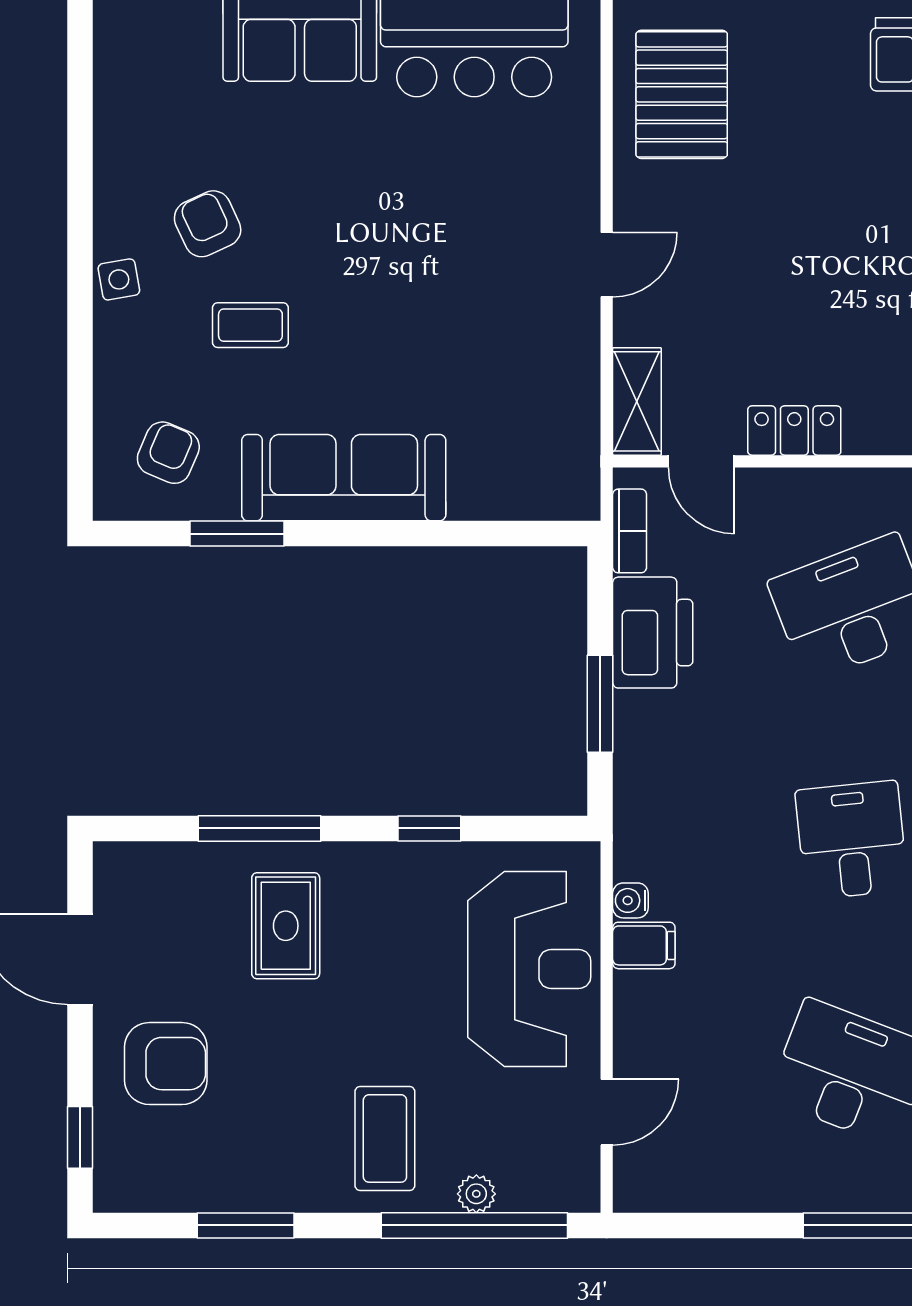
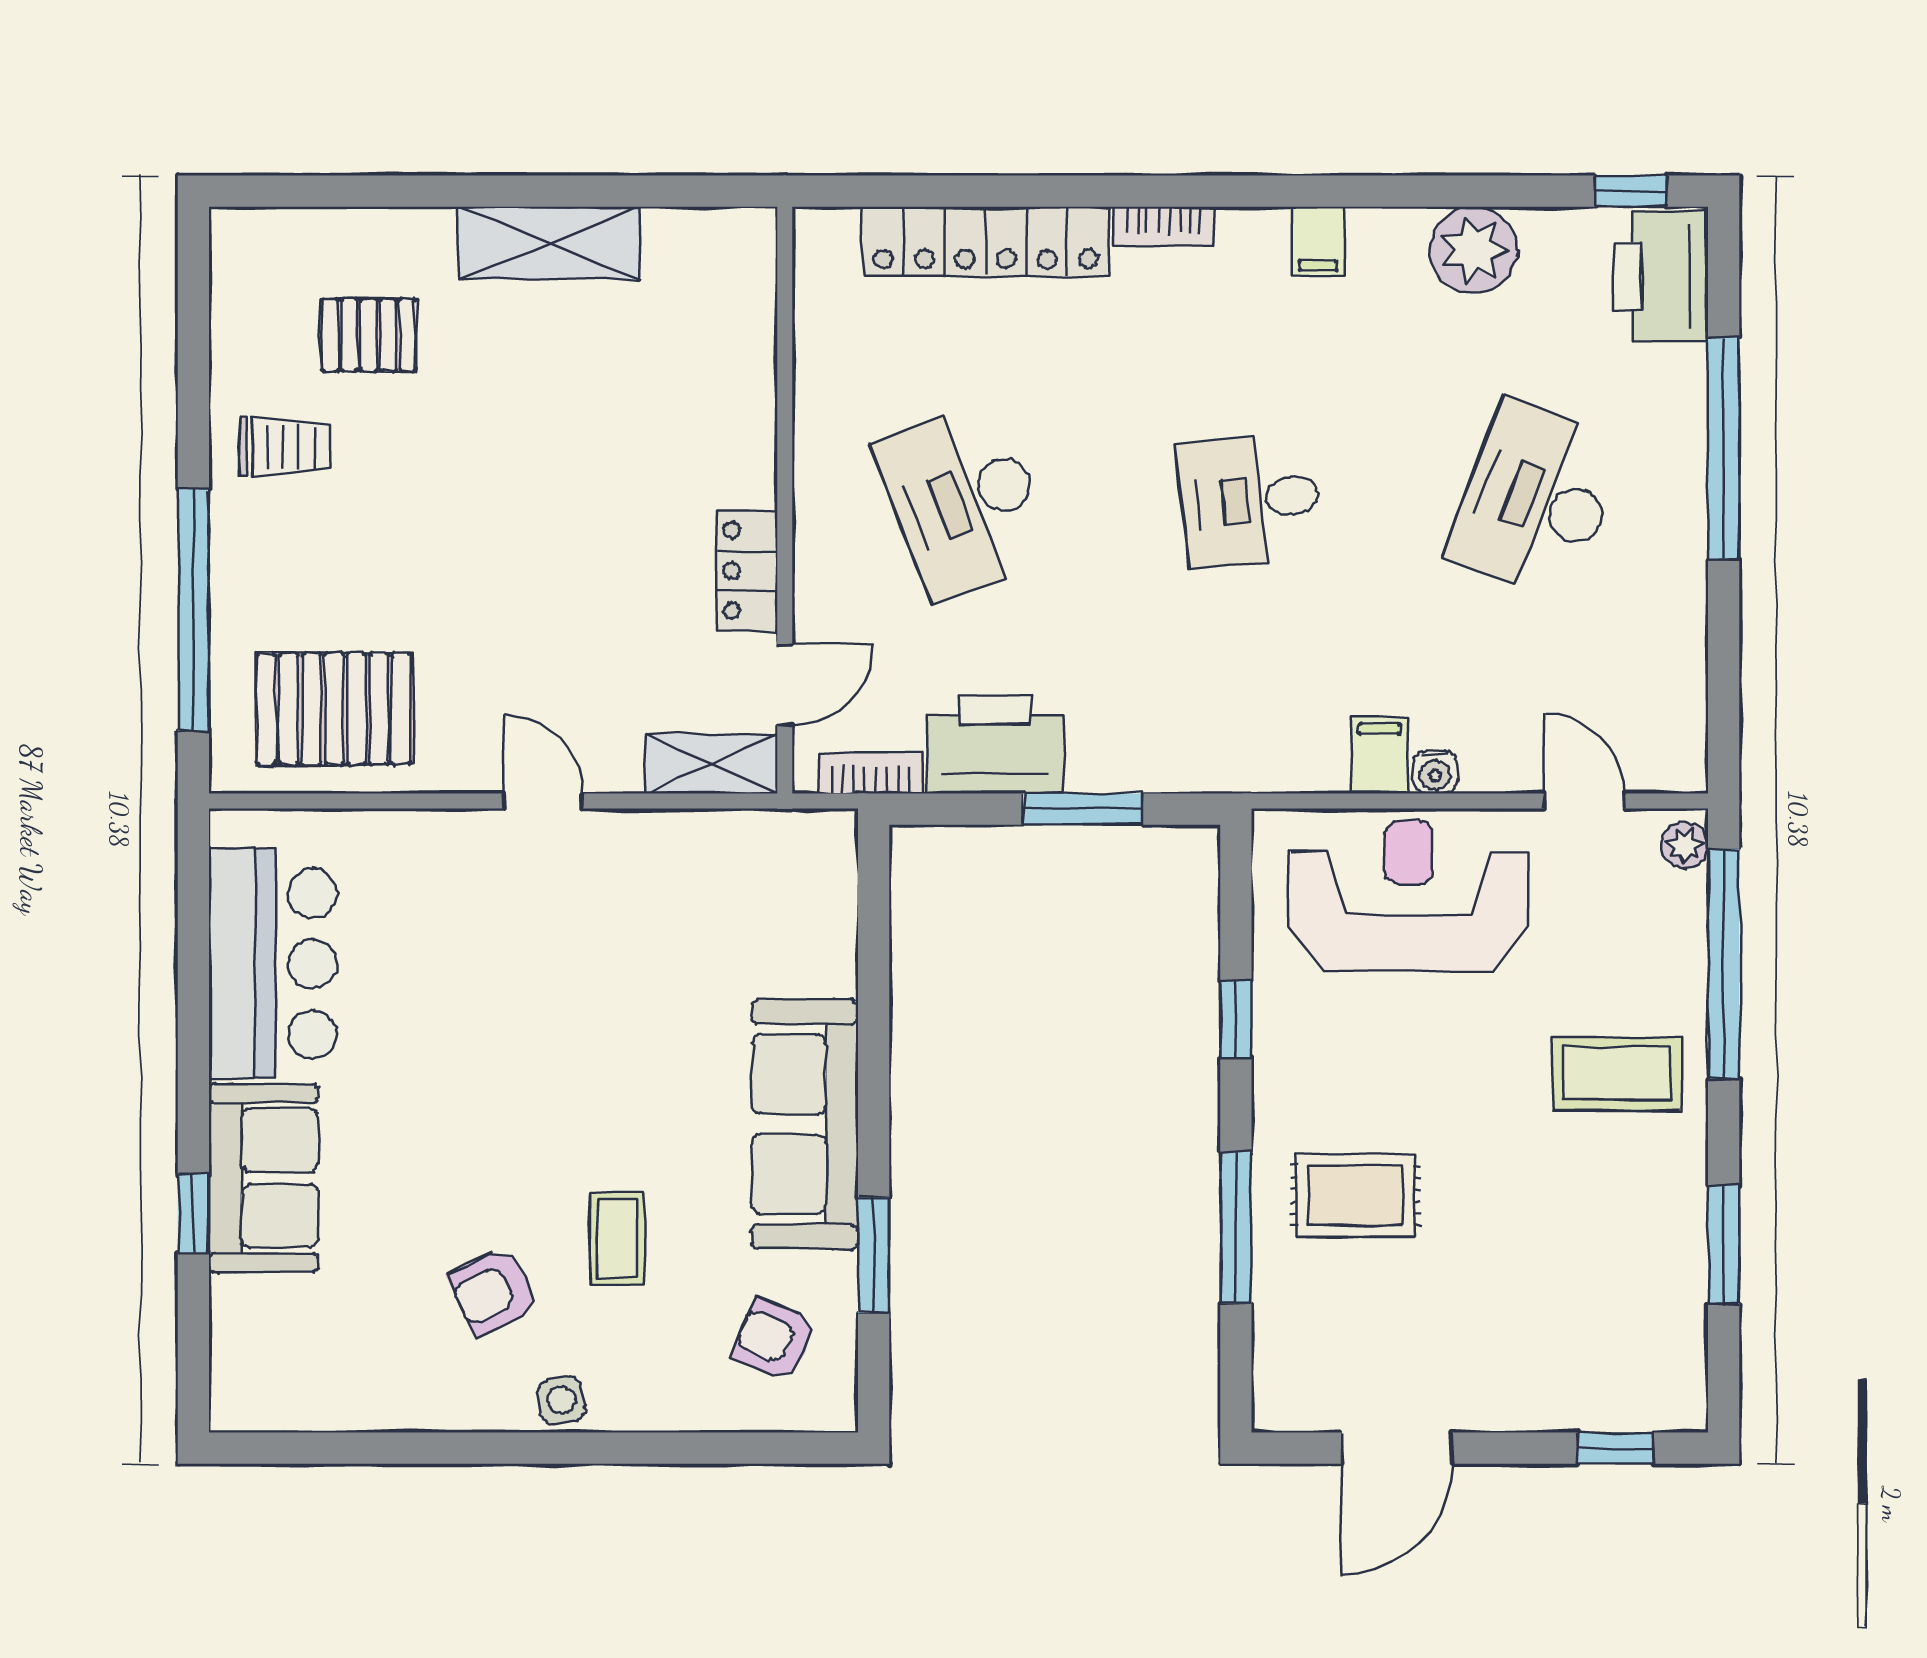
water cooler: (630, 900) -> (1435, 772), moved
armchair: (166, 1064) -> (1525, 1343), removed
plant: (476, 1194) -> (1685, 845), moved

